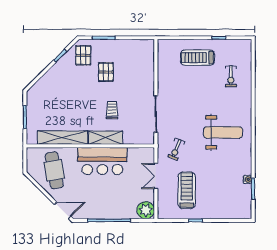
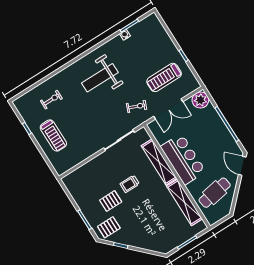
trolley: (112, 110) -> (130, 184), moved
weight bench: (223, 132) -> (100, 78), turned -90
shelving: (105, 138) -> (159, 162), width x1.47
double door: (156, 176) -> (168, 109), width x1.37

